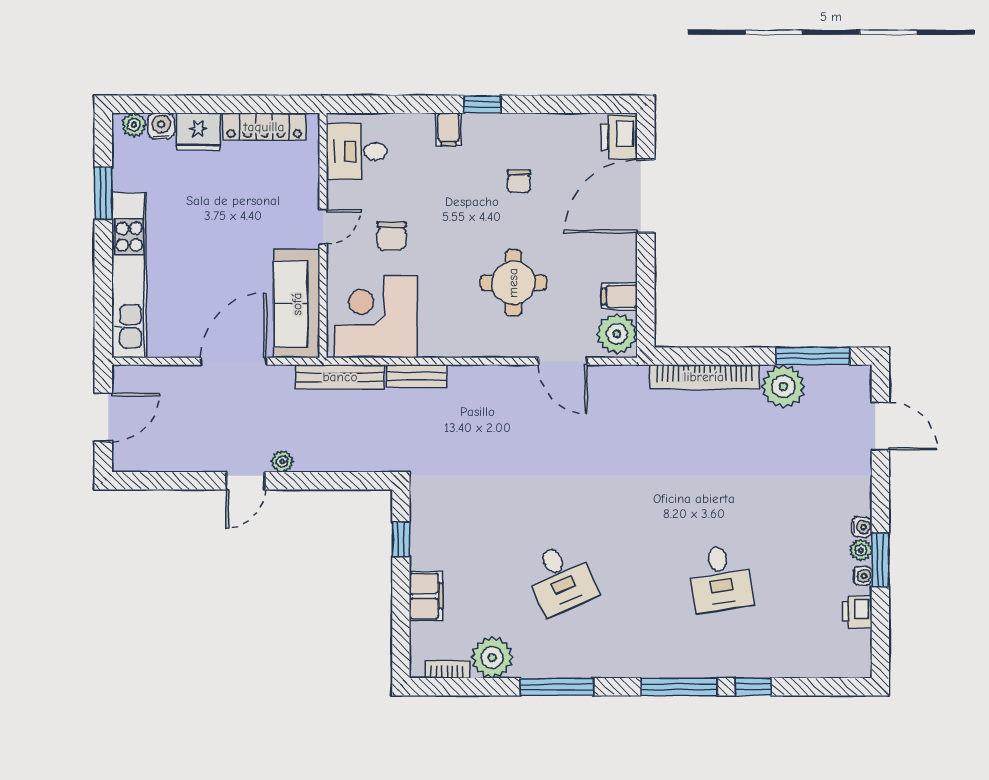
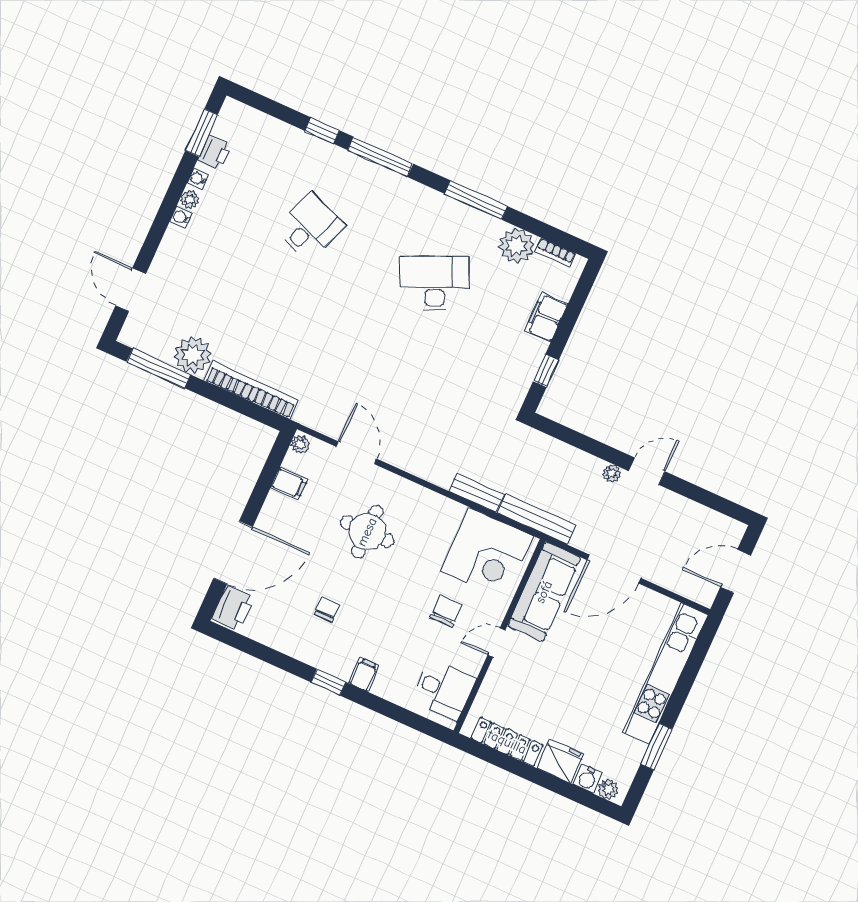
plant: (617, 334) -> (300, 444), width x0.53, depth x0.53
window: (880, 560) -> (202, 133), moved
desk: (561, 579) -> (435, 283), width x1.37
desk: (720, 579) -> (310, 227), turned 30

